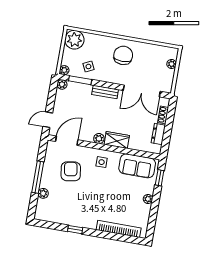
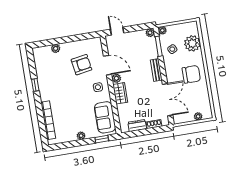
plant: (74, 40) -> (192, 43), moved
double door: (142, 91) -> (168, 100), swing flipped
door: (67, 141) -> (108, 65), moved
window: (38, 177) -> (67, 39), removed

